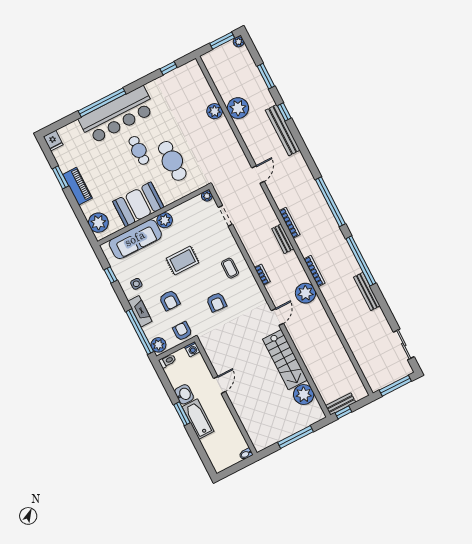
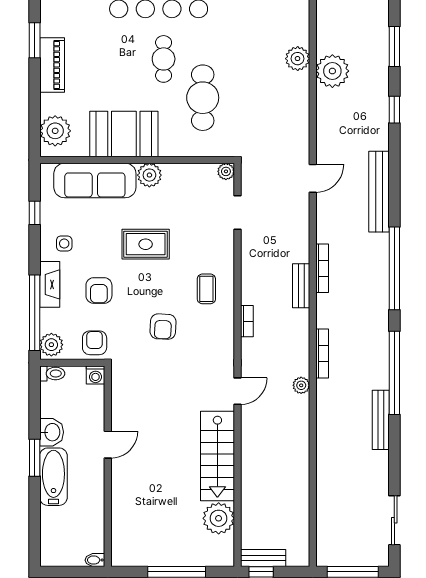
bench: (283, 130) -> (379, 192), moved
plant: (305, 293) -> (301, 385), width x0.53, depth x0.53

